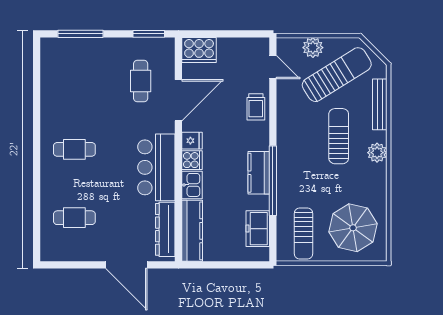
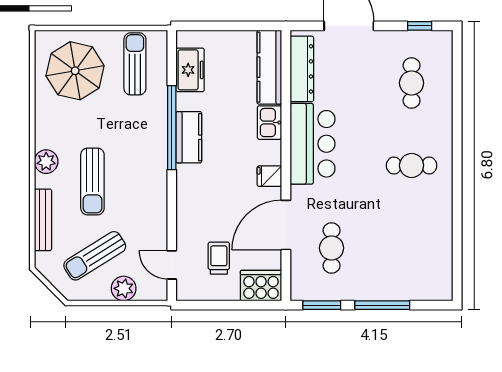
window: (80, 34) -> (382, 305), moved
sun lounger: (337, 75) -> (95, 256), width x0.73, depth x0.75
trolley: (256, 107) -> (219, 258), moved
cooker: (192, 160) -> (269, 153), removed
cafe table: (74, 218) -> (412, 83), turned 90
window: (68, 265) -> (420, 26), added

